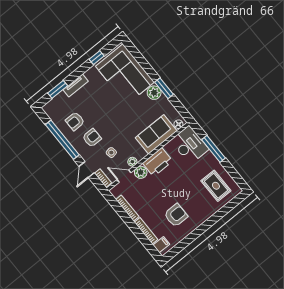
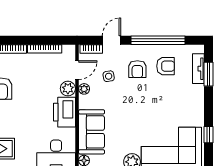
tv unit: (76, 86) -> (198, 69), moved
armchair: (75, 121) -> (166, 66), turned 90
door: (87, 170) -> (111, 40), hinge flipped

